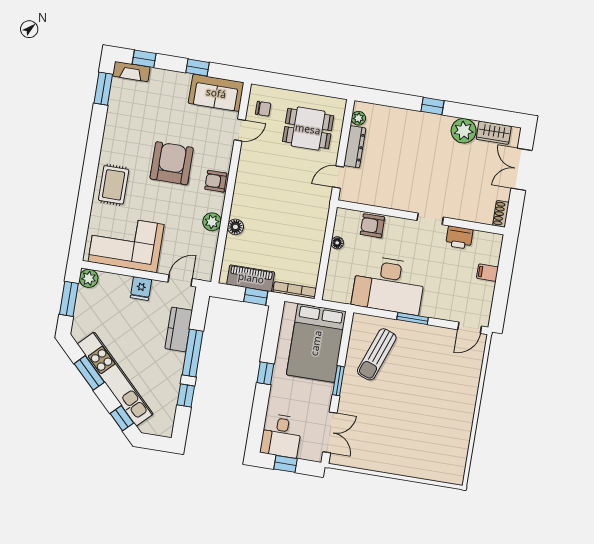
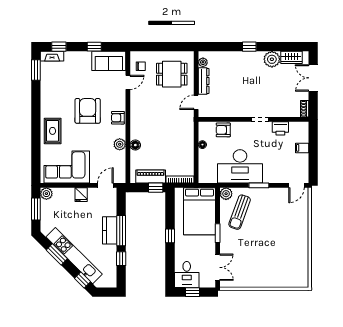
plant: (361, 323) -> (226, 194), added
kitchen counter: (179, 329) -> (110, 230), moved

